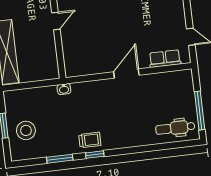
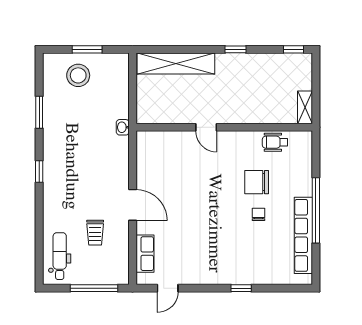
window: (200, 110) -> (94, 288), moved
trolley: (90, 140) -> (95, 233), moved
window: (95, 155) -> (39, 171), moved

